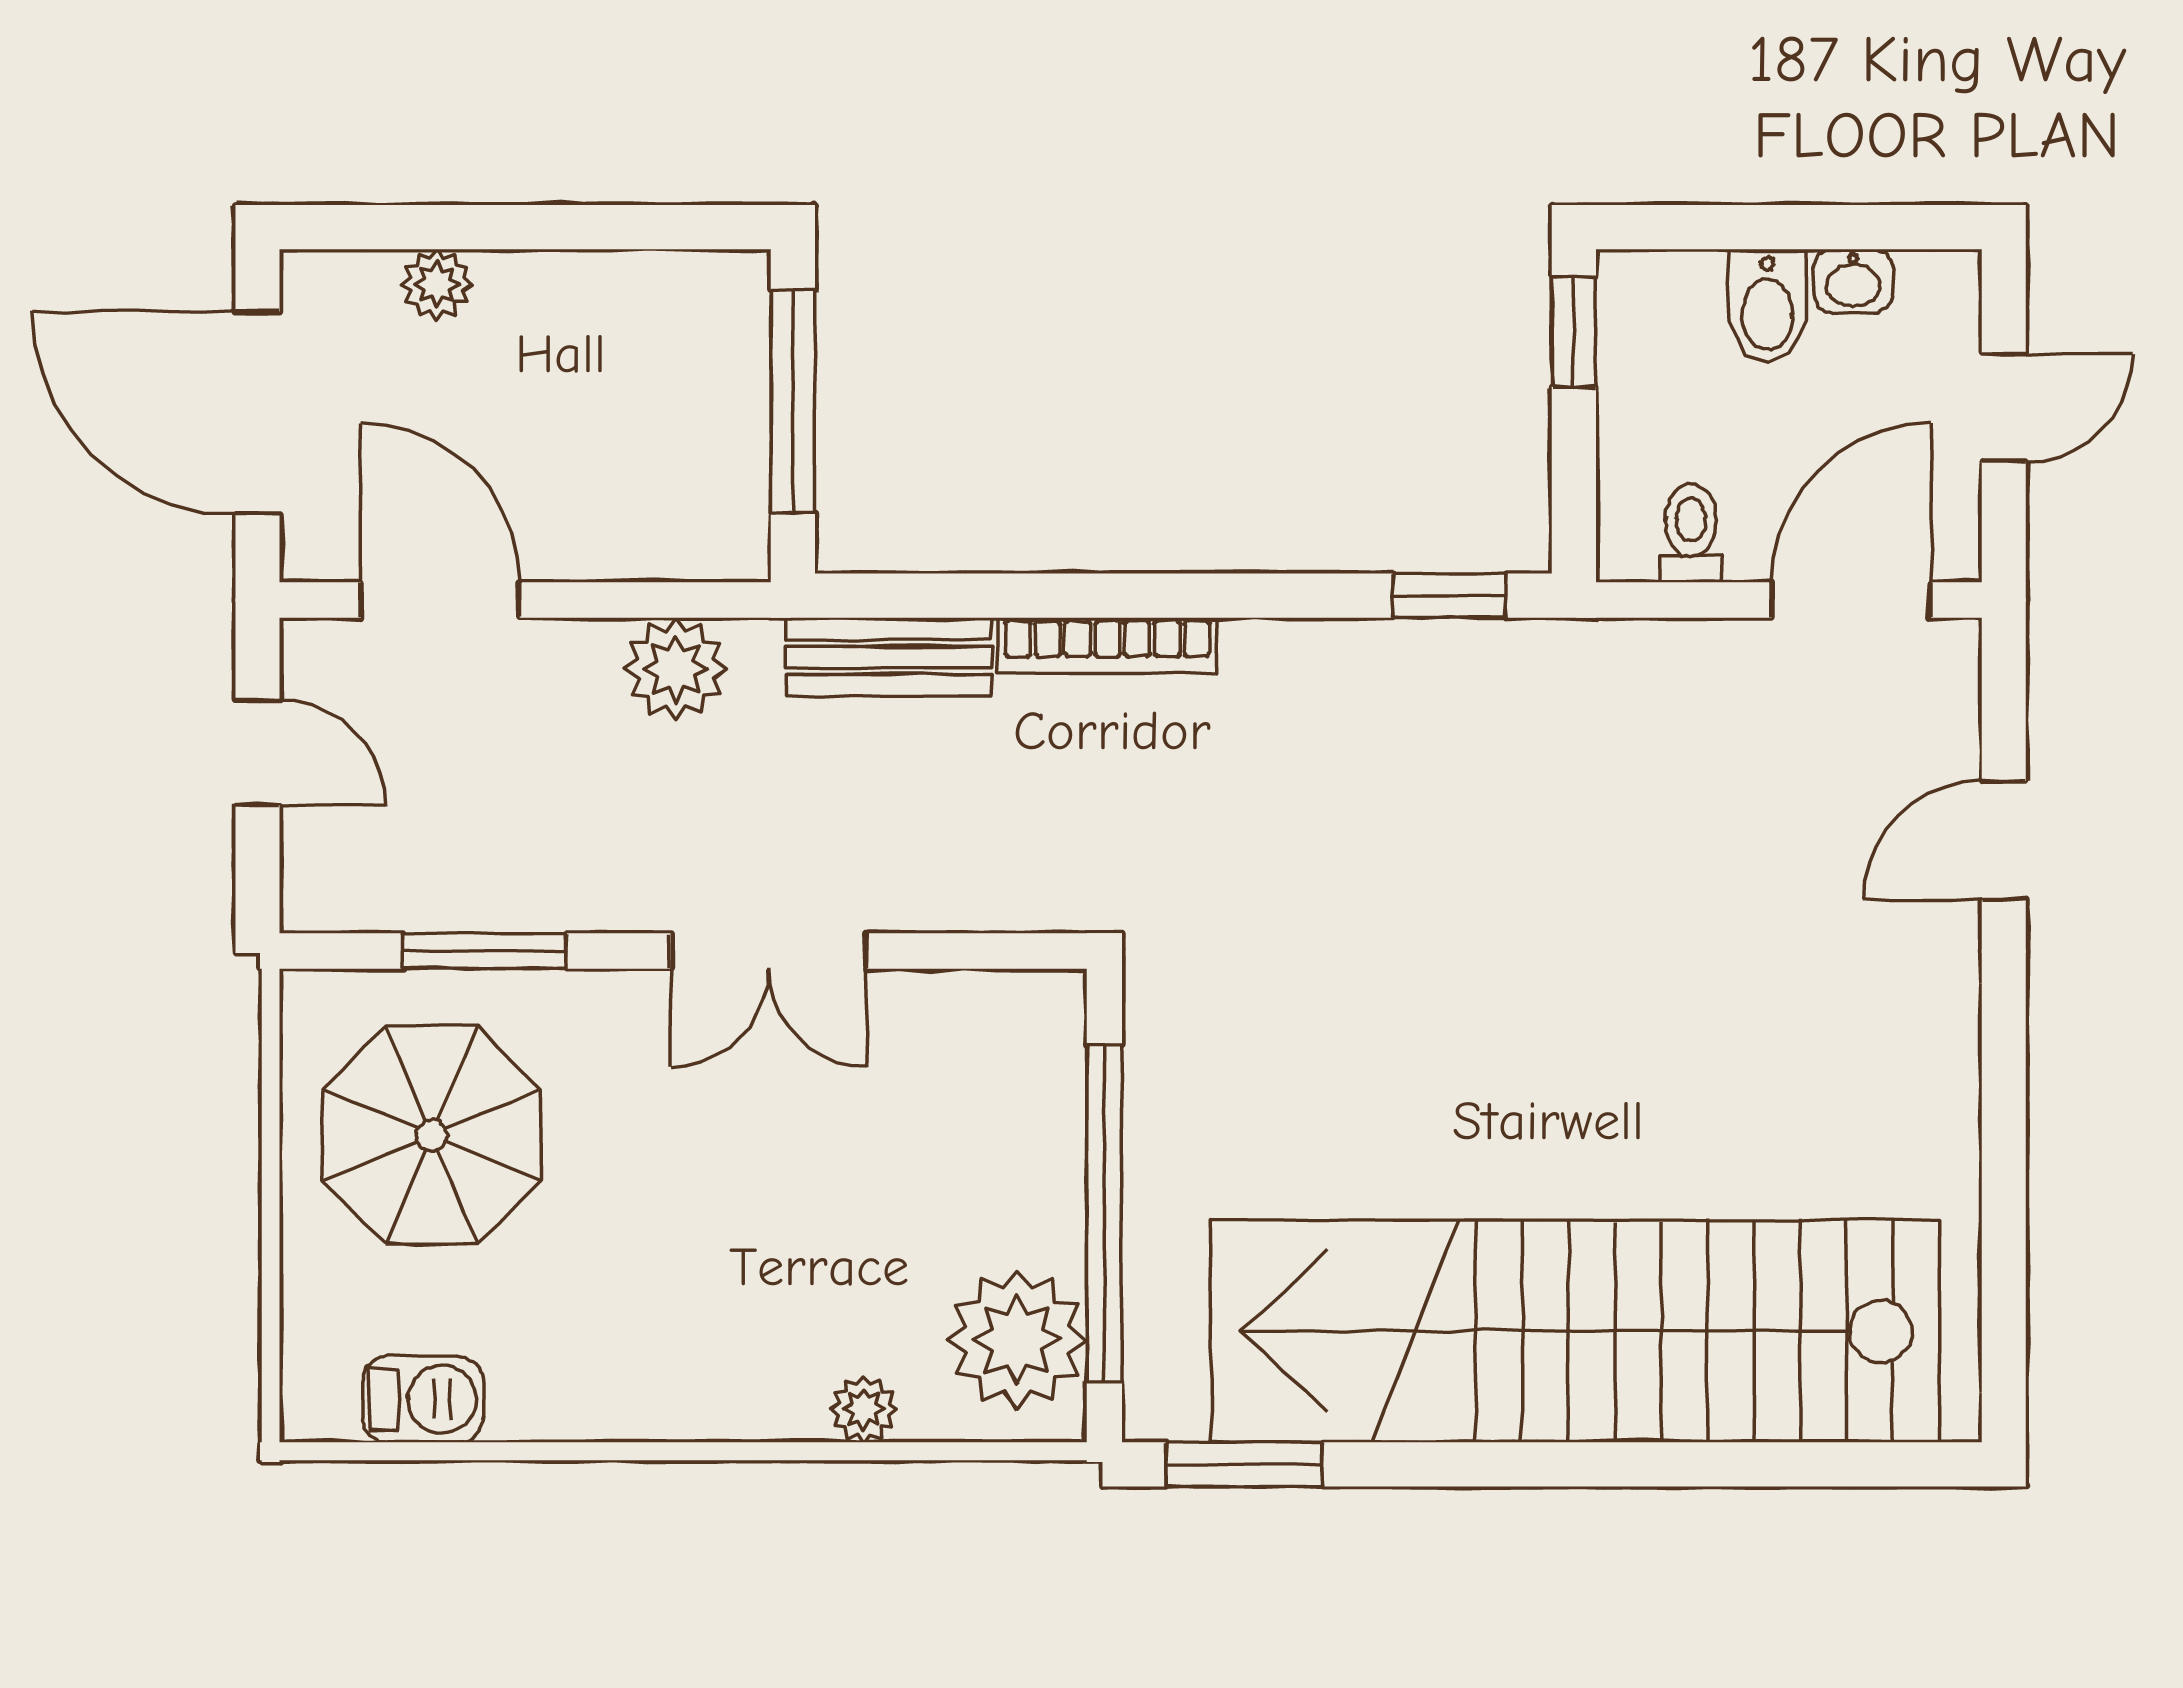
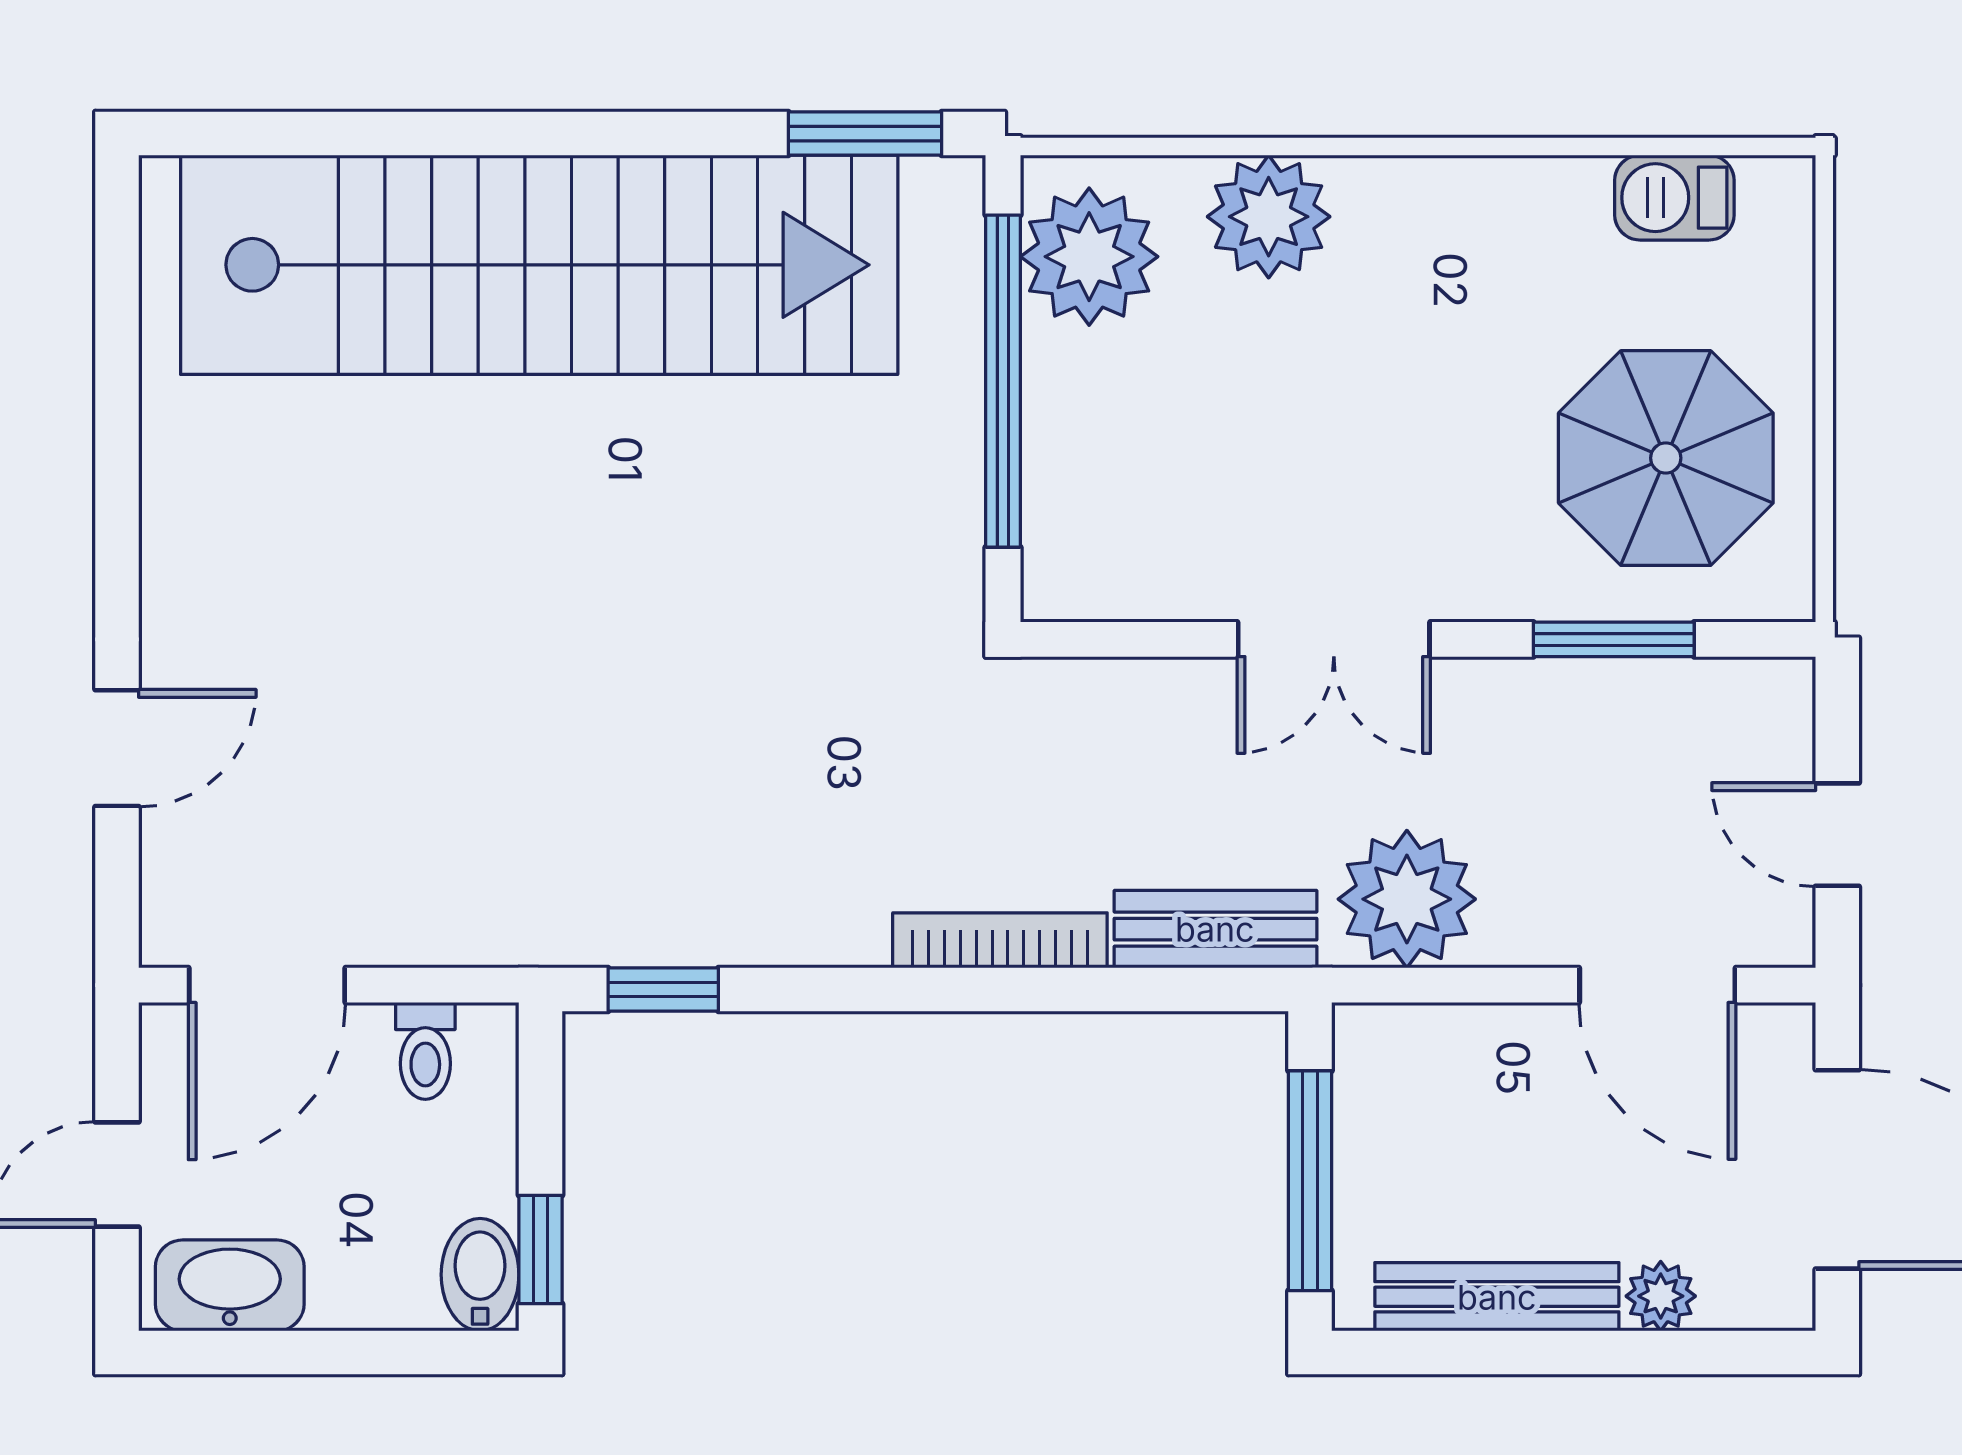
washbasin: (1853, 281) -> (230, 1285), width x1.91, depth x1.45
bench: (603, 284) -> (1497, 1297), added
bidet: (1767, 306) -> (480, 1275), moved
plant: (676, 669) -> (1407, 899), width x1.36, depth x1.36
double door: (769, 951) -> (1334, 639), swing flipped
plant: (864, 1409) -> (1269, 217), width x1.88, depth x1.88

